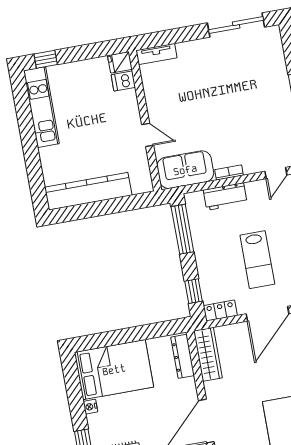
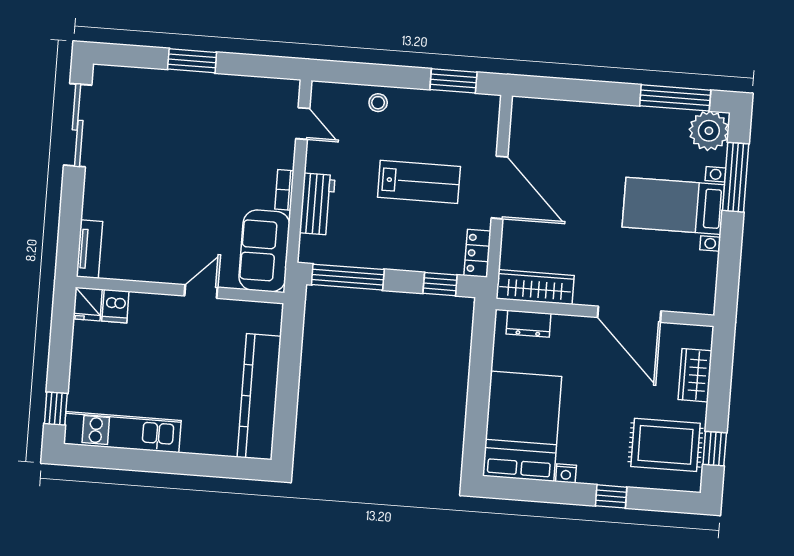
dresser: (183, 356) -> (529, 324), width x0.70

